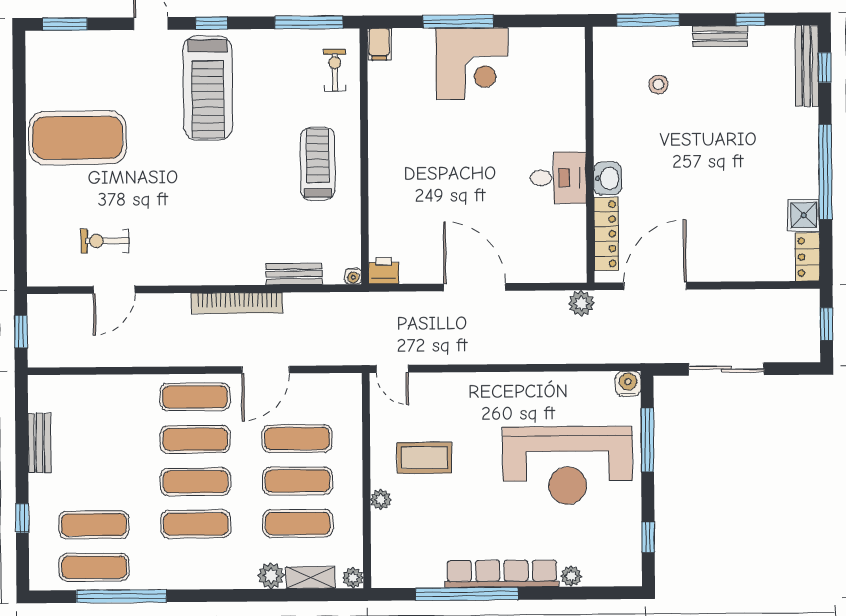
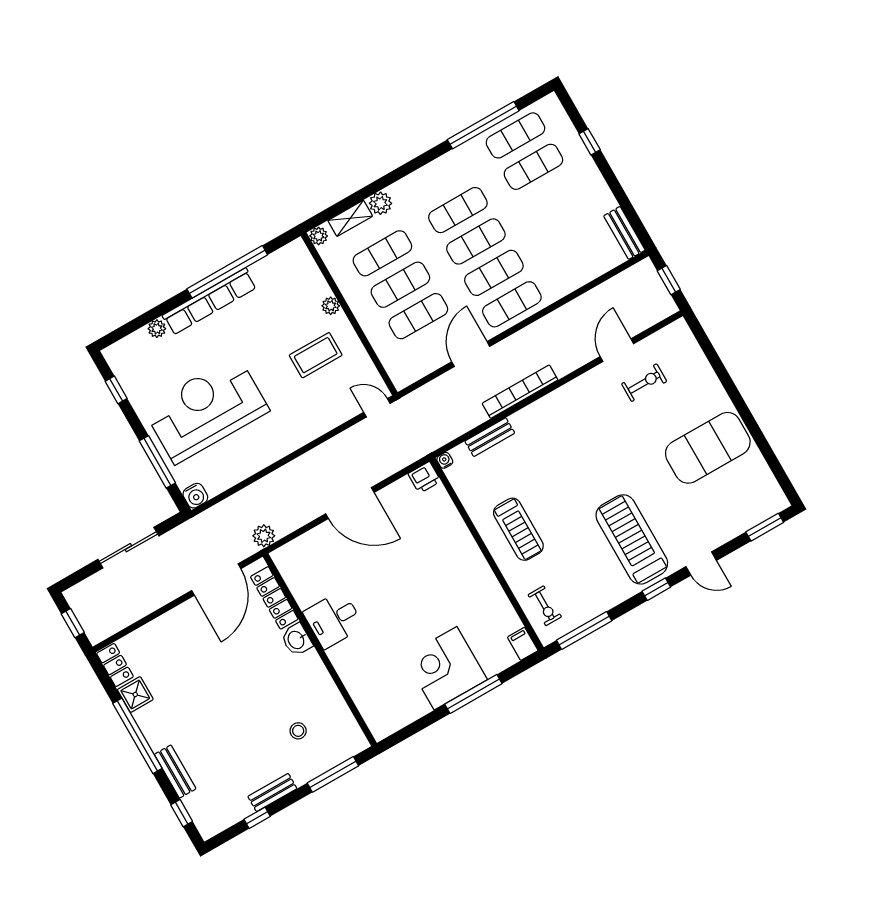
bench: (807, 66) -> (175, 772), moved, width x0.73
bench: (39, 443) -> (624, 233), moved

